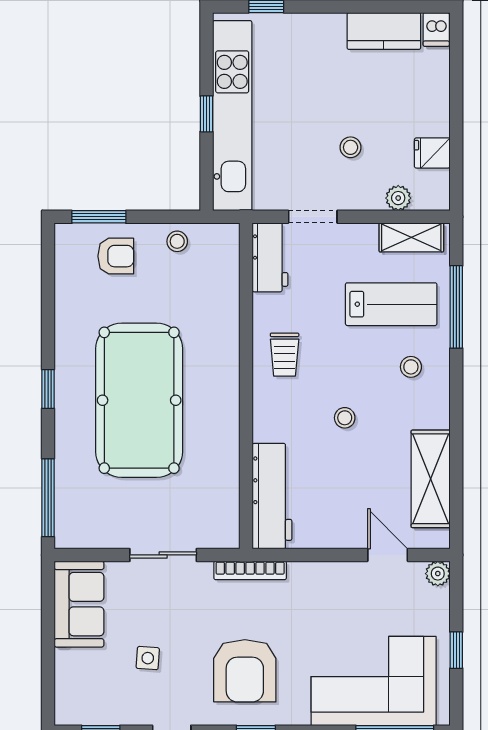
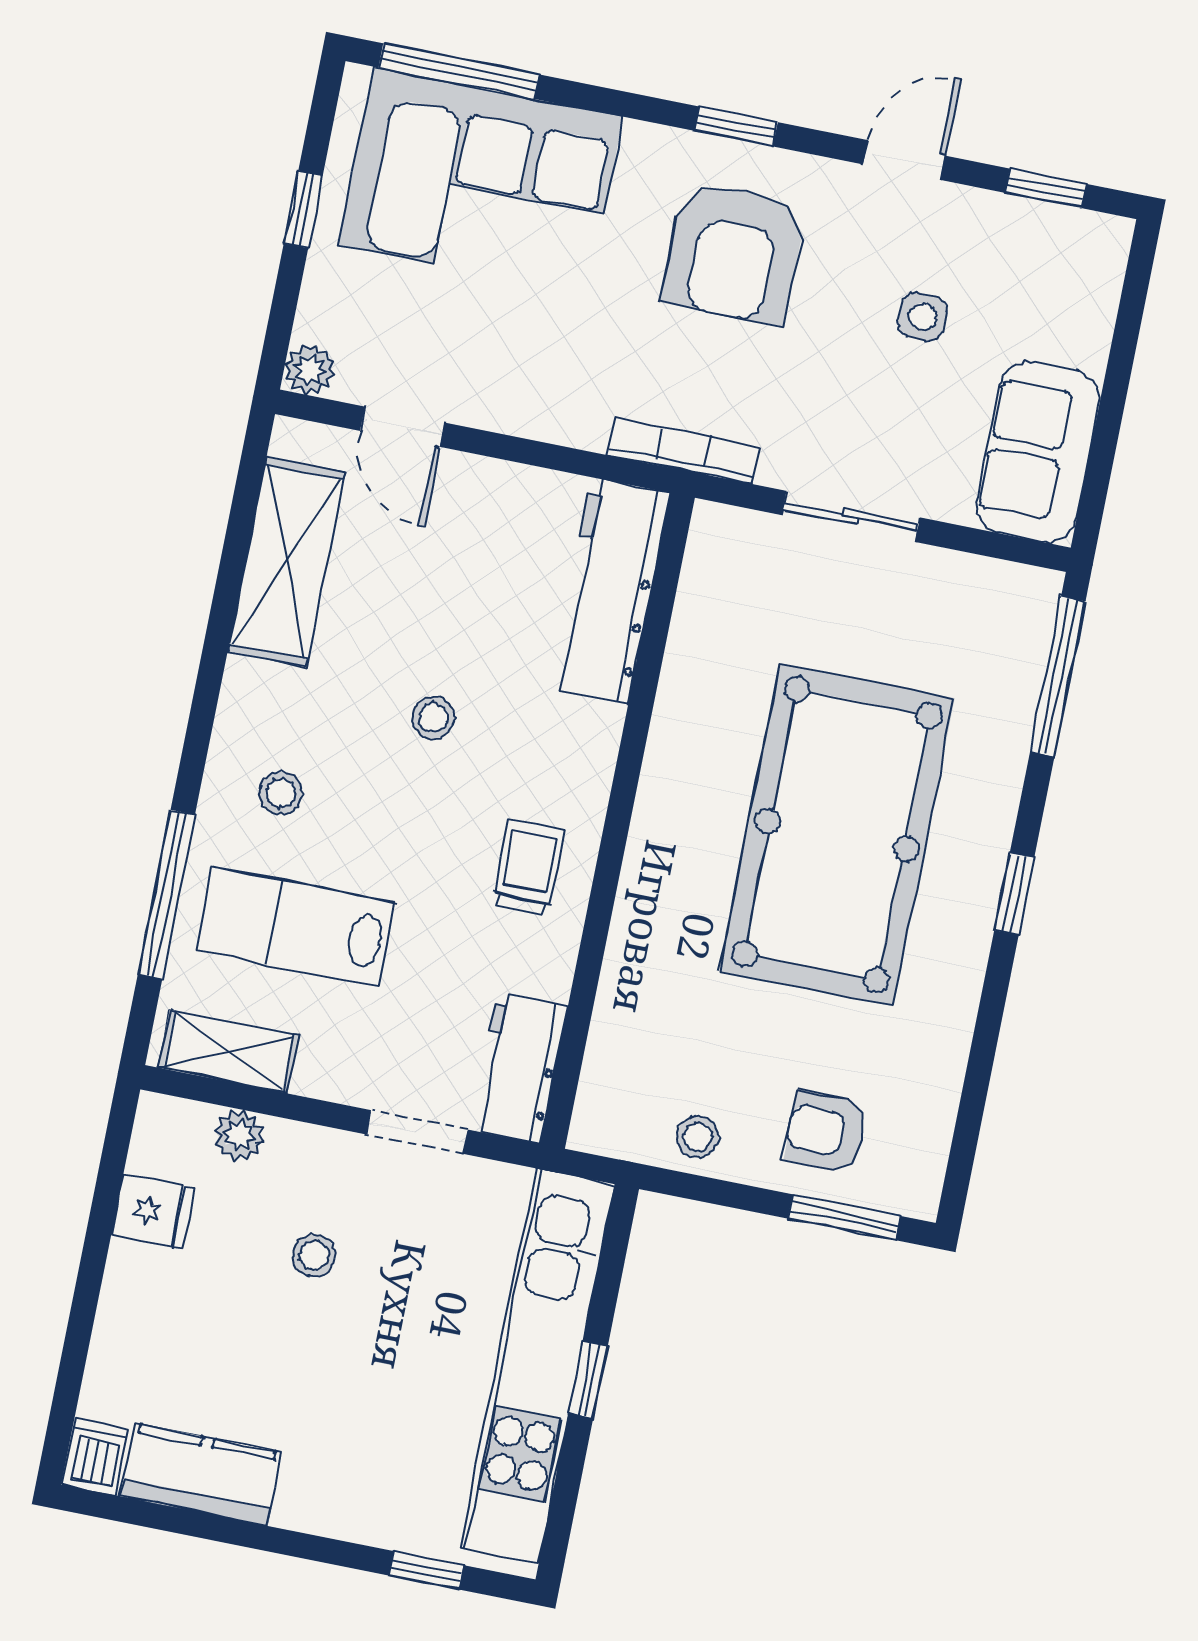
armchair: (245, 671) -> (734, 252), turned 180

